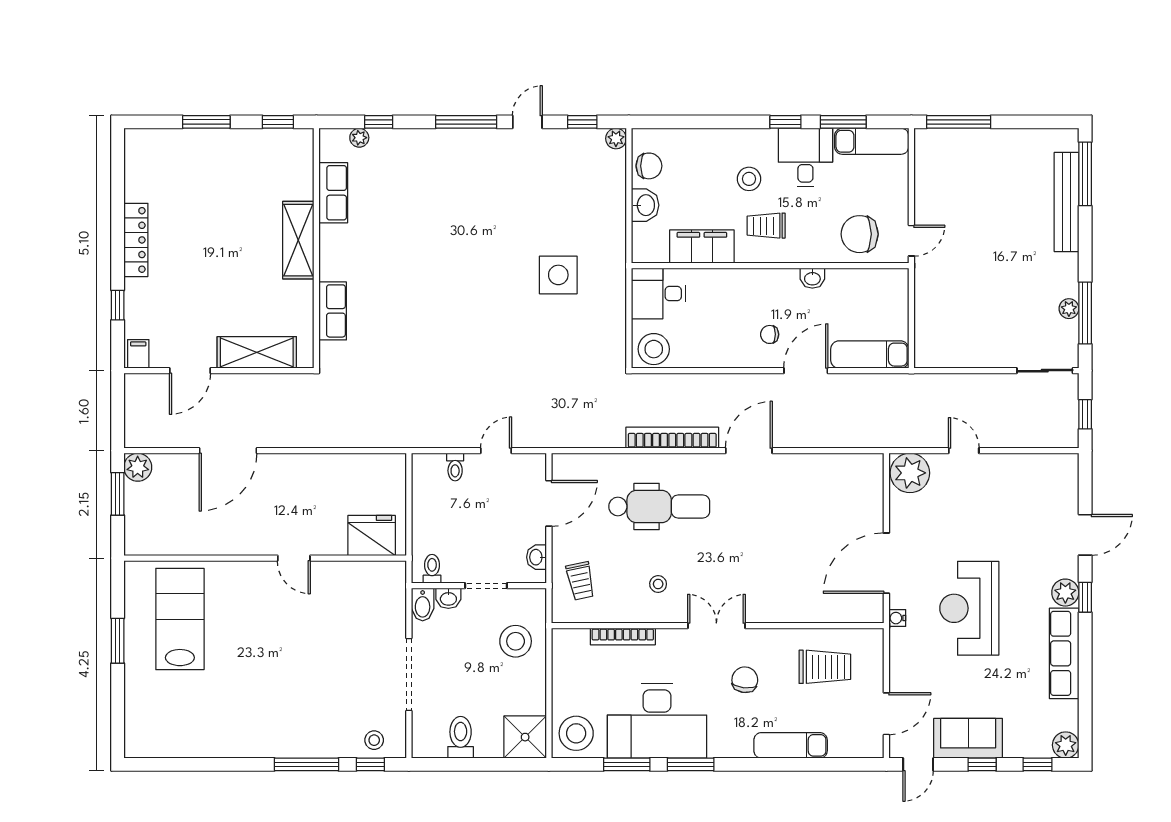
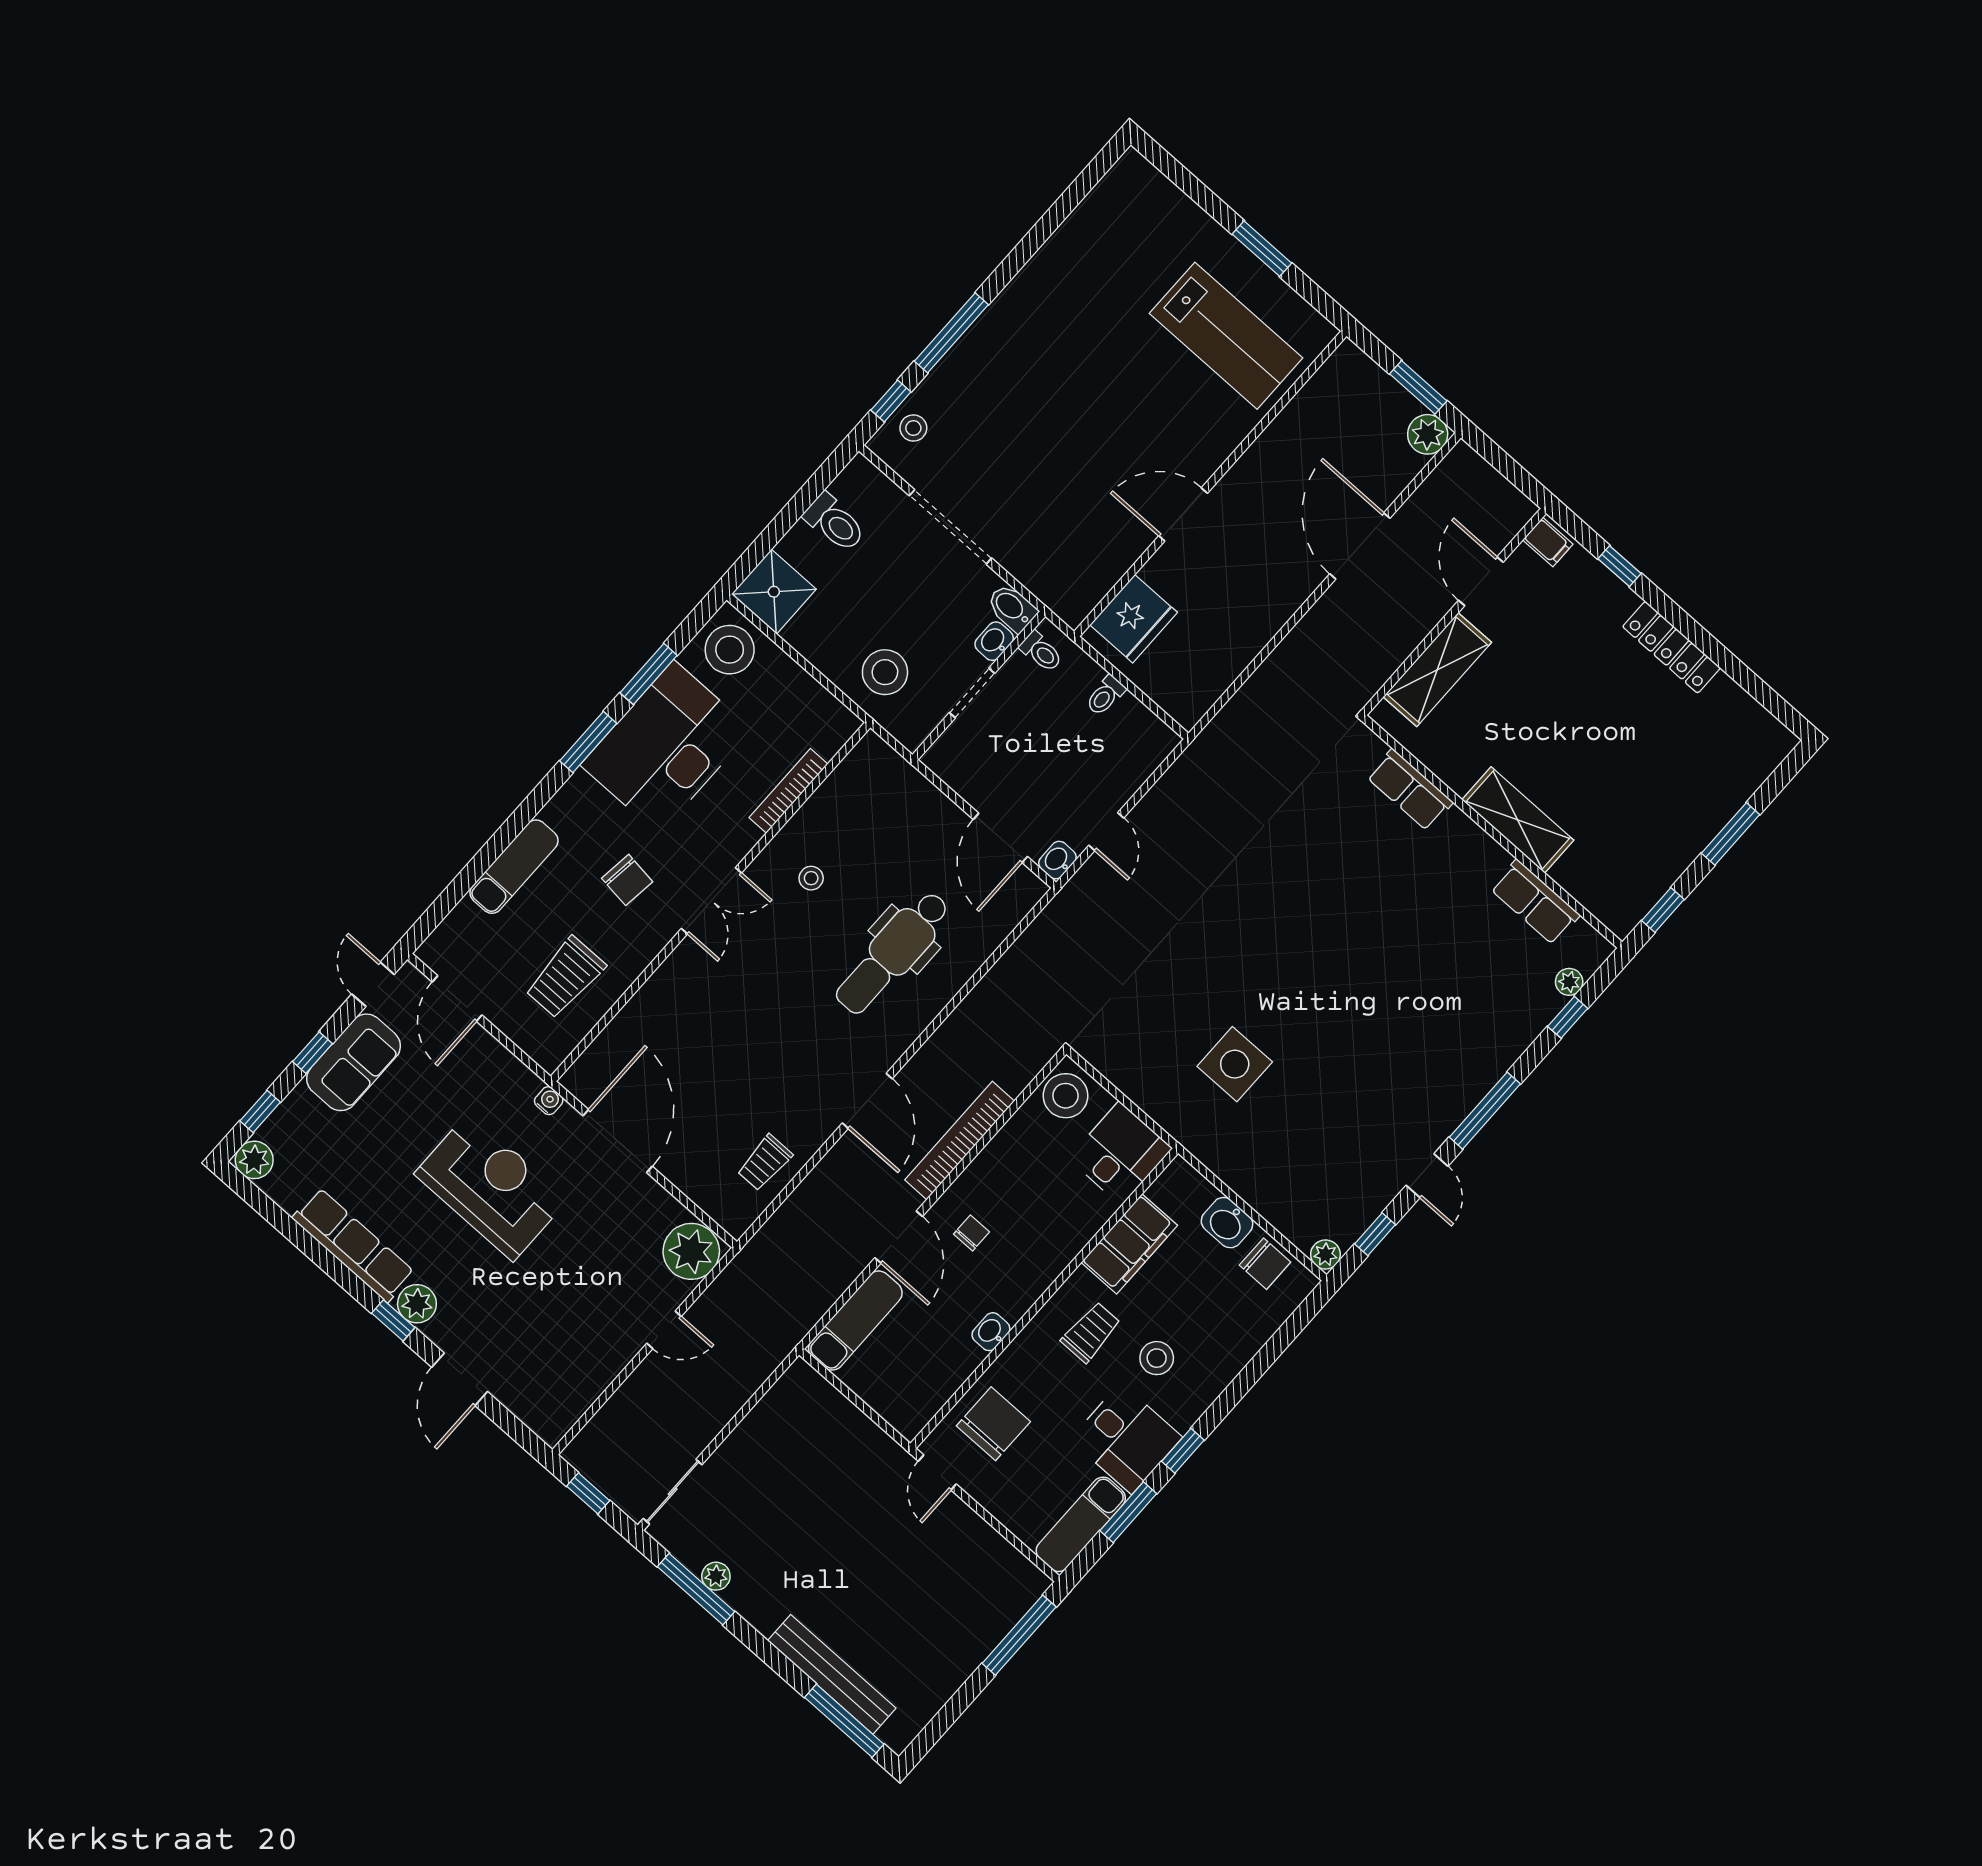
chair: (649, 166) -> (1265, 1264), turned -90
bookcase: (672, 438) -> (960, 1140), moved, turned 180
toilet: (455, 467) -> (1105, 695), moved, turned -90
washbasin: (536, 557) -> (1057, 860), moved, turned -90
door: (294, 558) -> (1183, 514), width x1.38
trolley: (580, 581) -> (765, 1163), moved, turned -78

